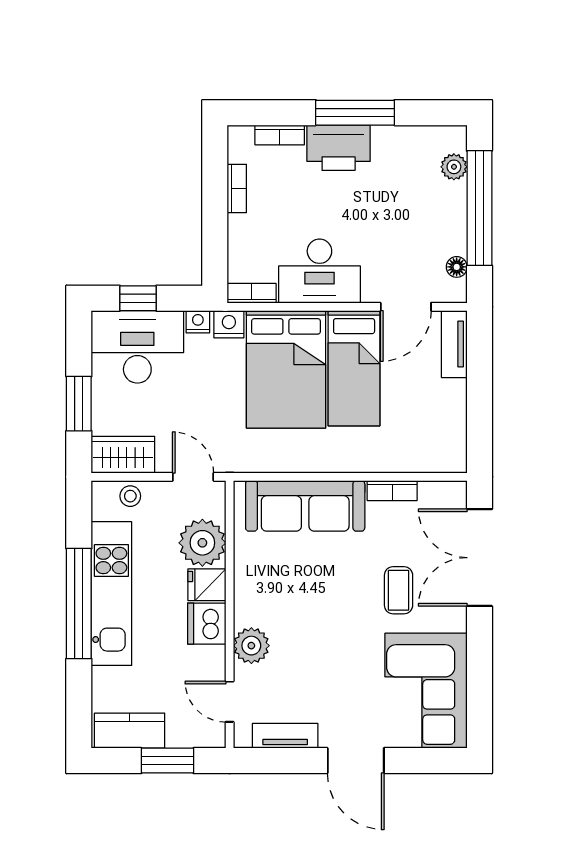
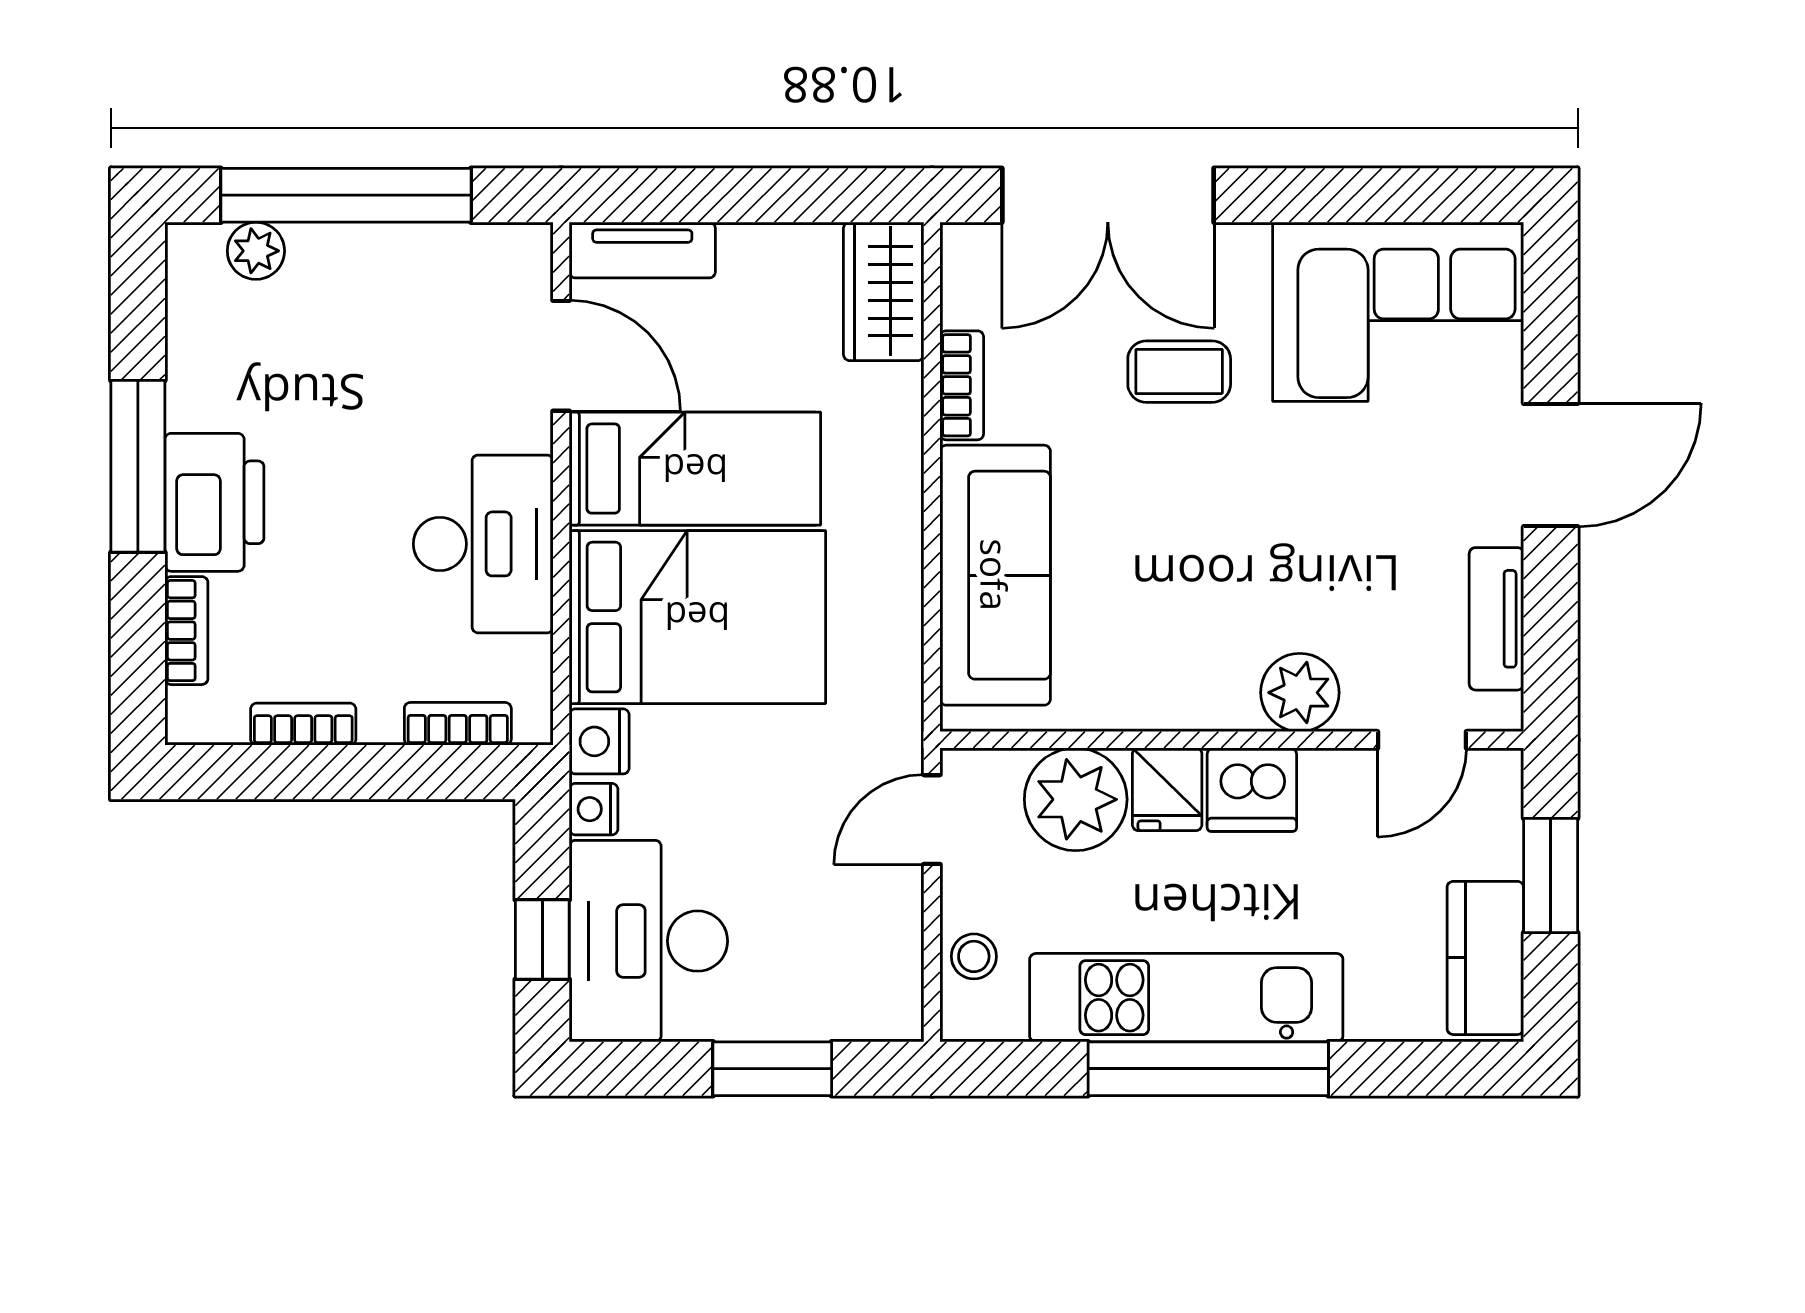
floor lamp: (457, 267) -> (474, 245), removed
bookcase: (252, 293) -> (458, 724), moved, turned 90
wardrobe: (123, 455) -> (884, 291), moved

